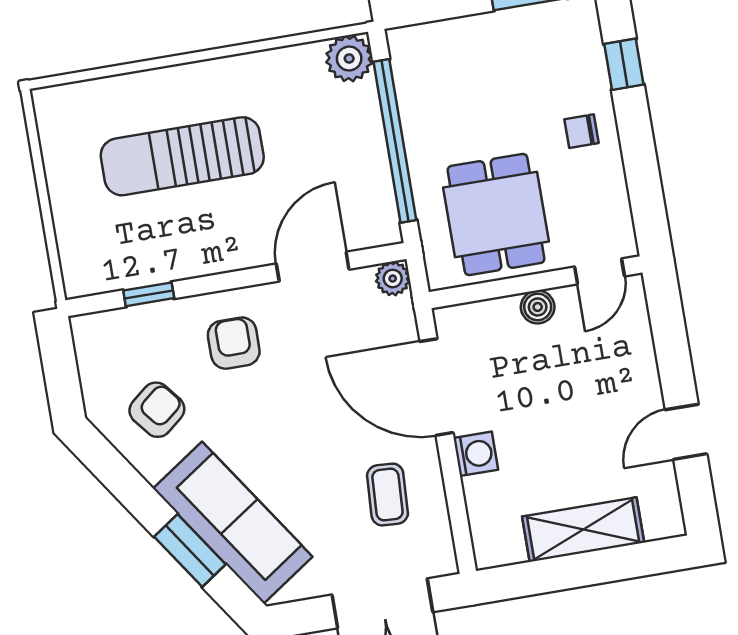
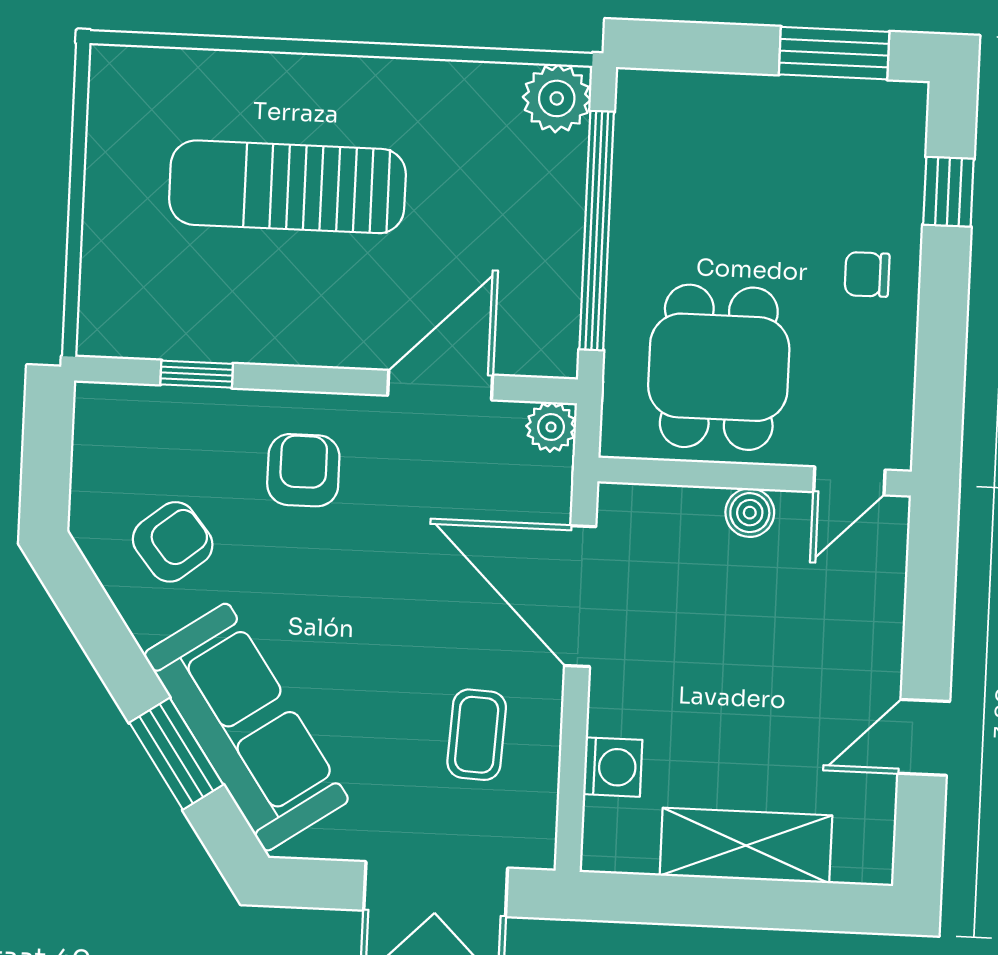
washing machine: (476, 454) -> (613, 767), moved

